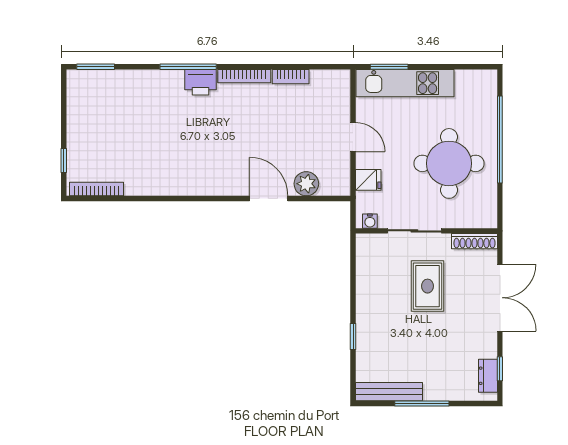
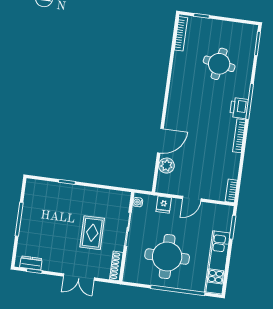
bookcase: (291, 77) -> (231, 191), moved
kitchen unit: (405, 83) -> (217, 262), moved
round table: (135, 123) -> (219, 64), added
rug: (428, 286) -> (92, 233), turned 90
double door: (500, 298) -> (79, 277), width x0.73
bench: (389, 392) -> (29, 200), removed

